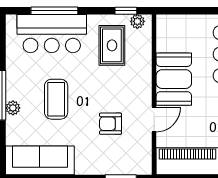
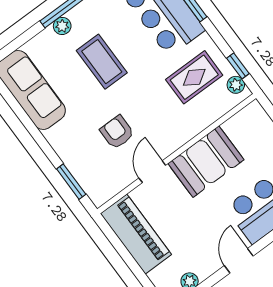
coffee table: (56, 99) -> (102, 62), turned 90
door: (154, 120) -> (152, 172), swing flipped

